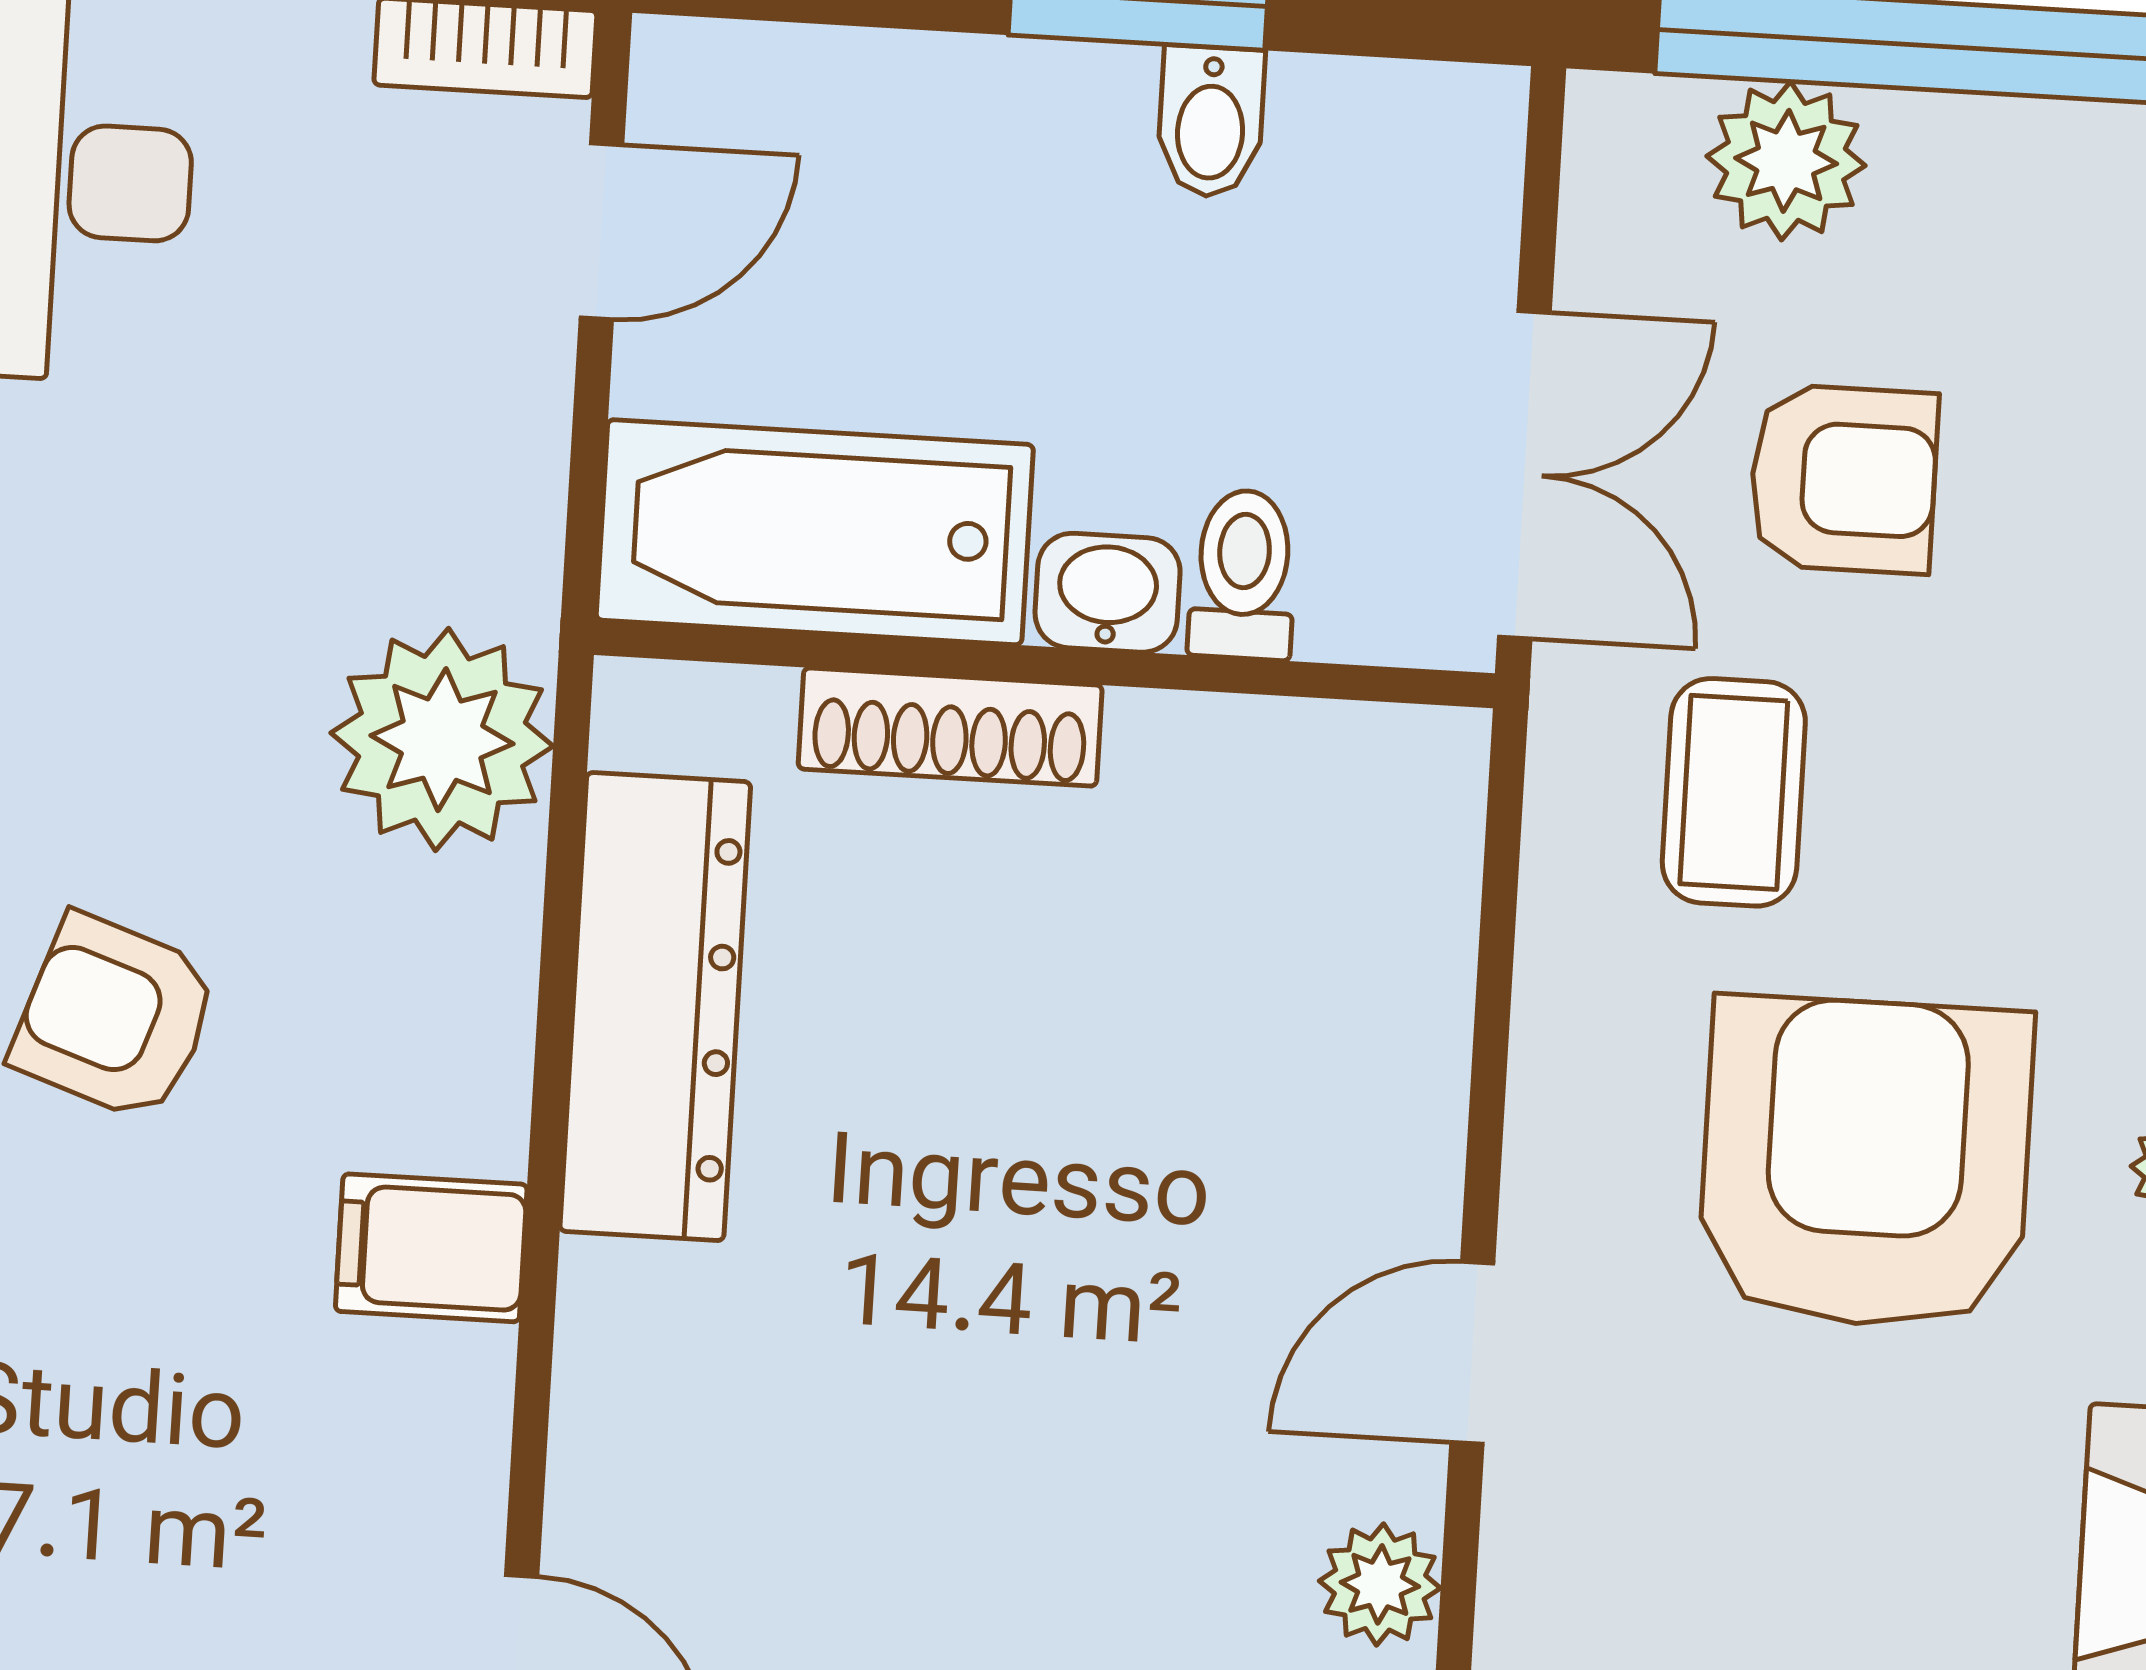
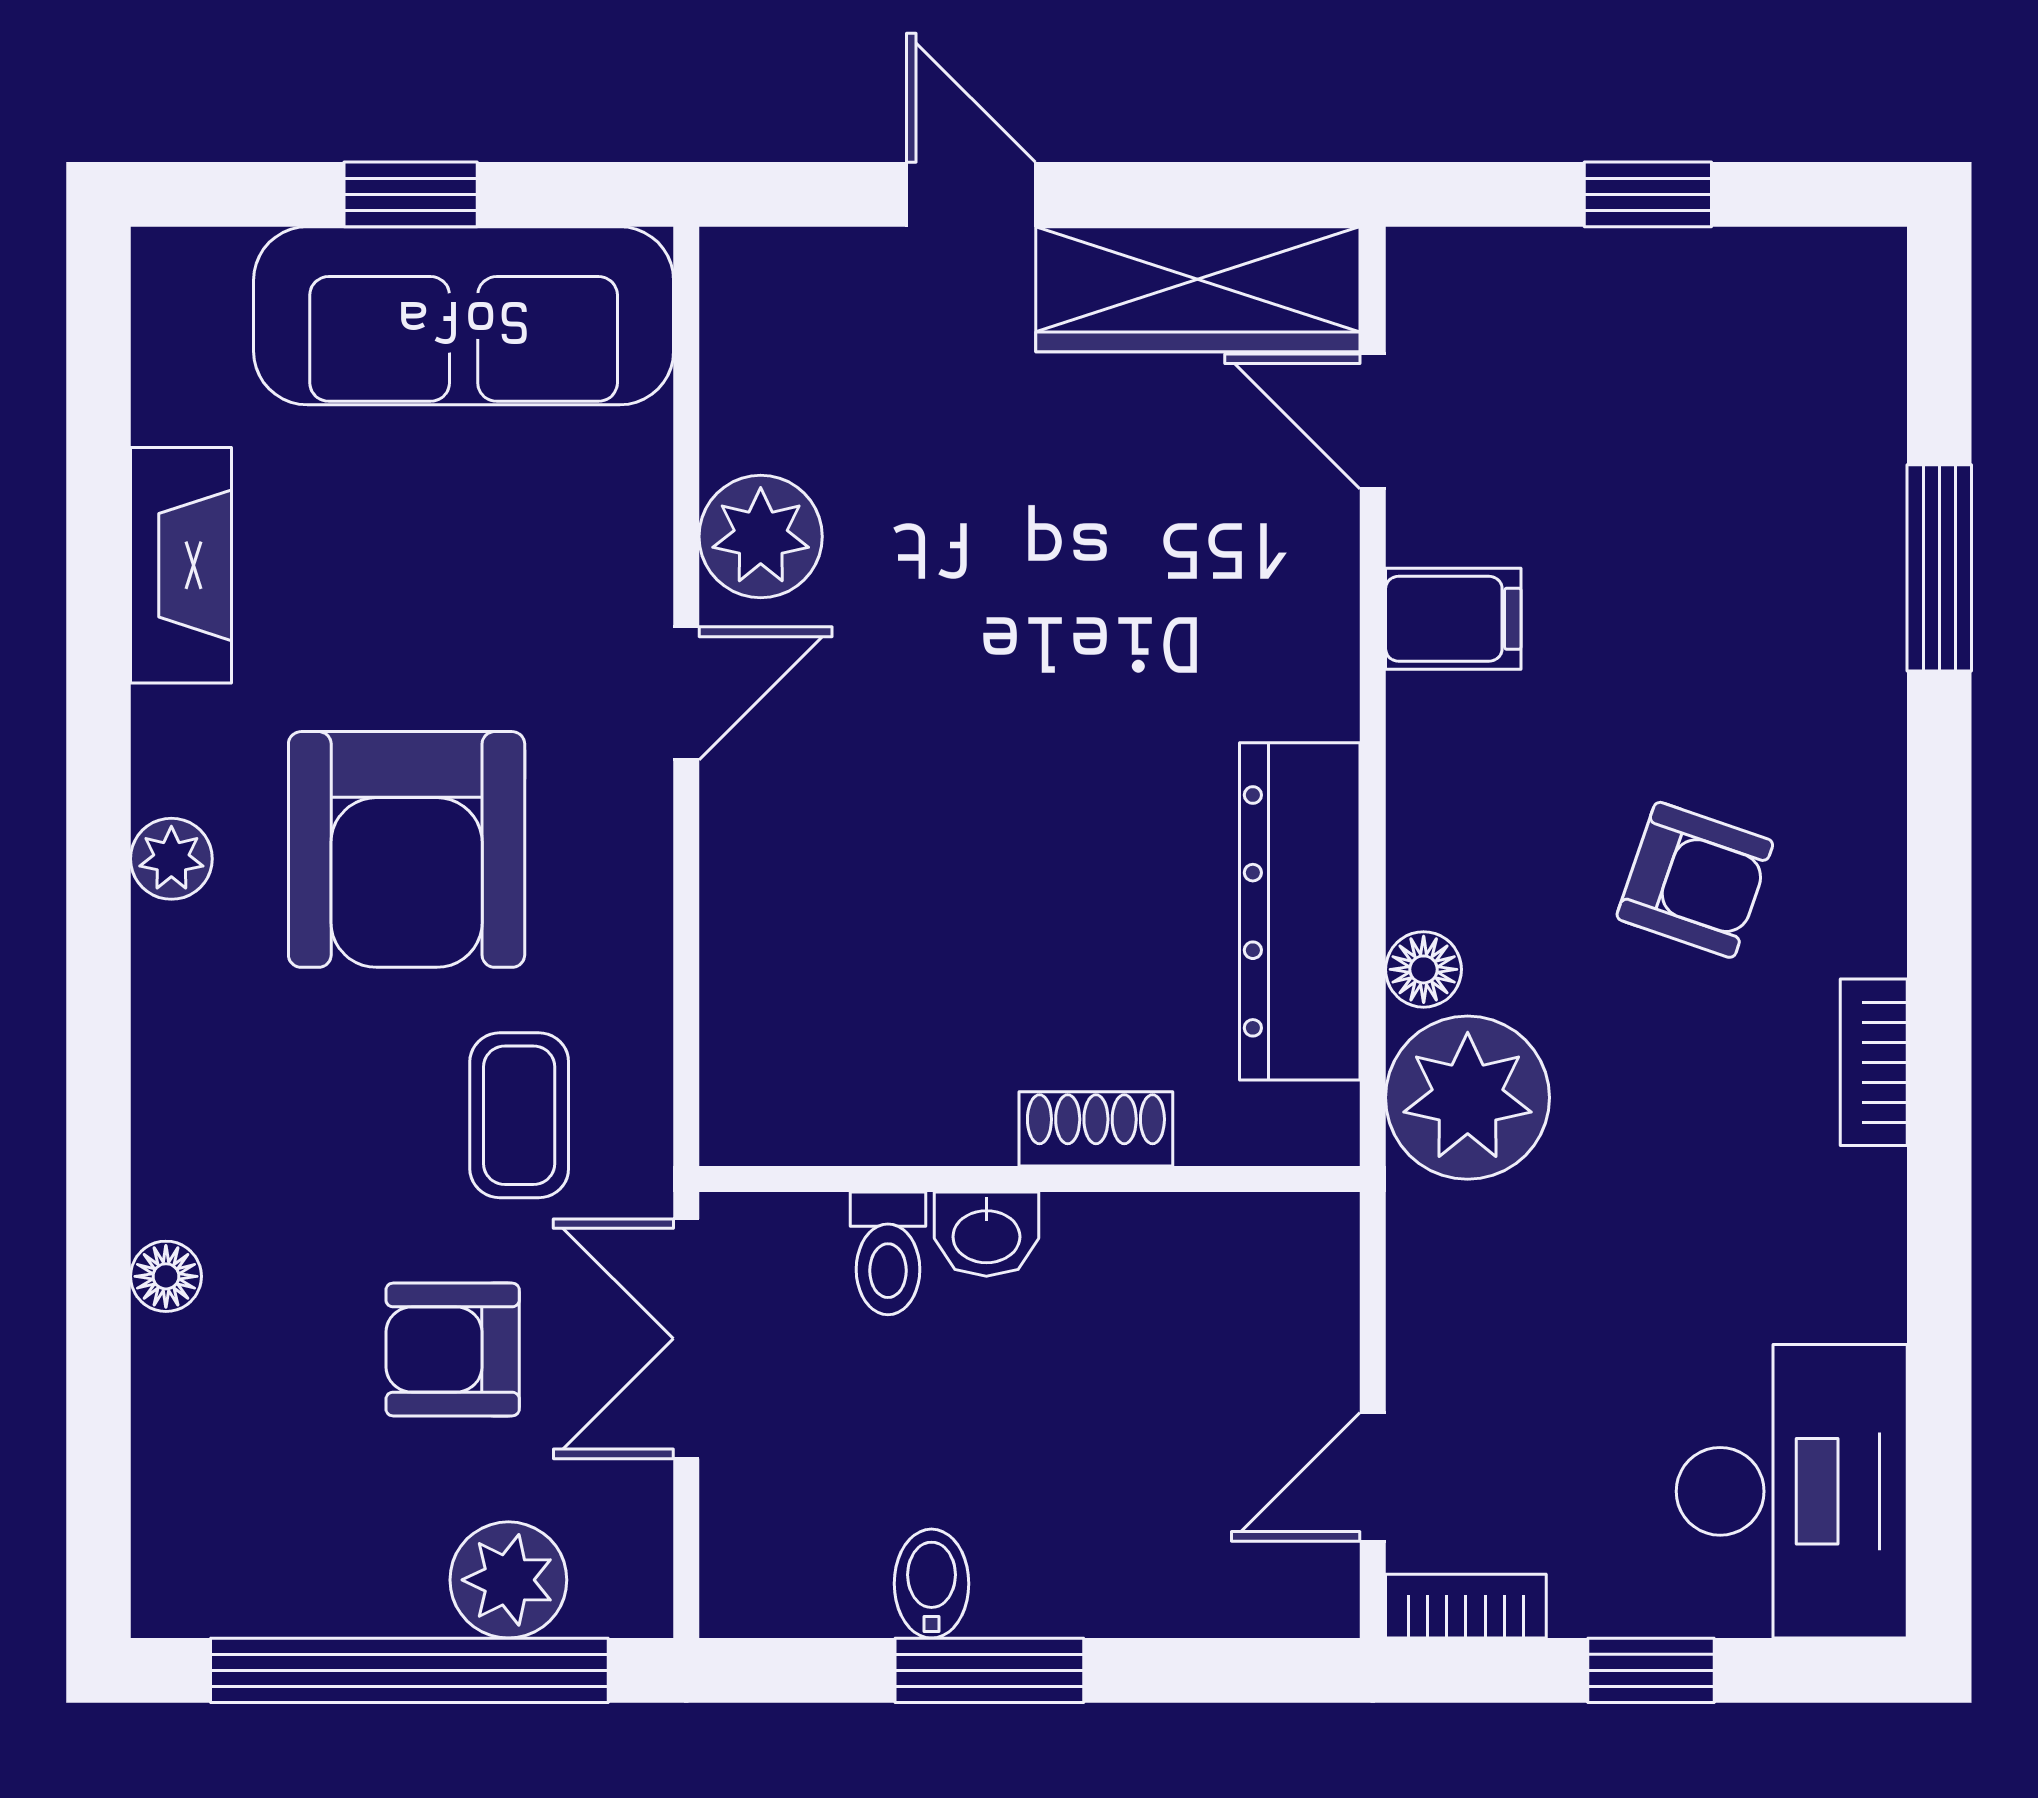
bathtub: (815, 532) -> (1204, 1266), removed
shoe rack: (950, 727) -> (1096, 1129), width x0.70
floor lamp: (492, 918) -> (1424, 969), added
filing cabinet: (431, 1248) -> (1453, 619), moved
plant: (1380, 1584) -> (761, 537), width x1.38, depth x1.38

